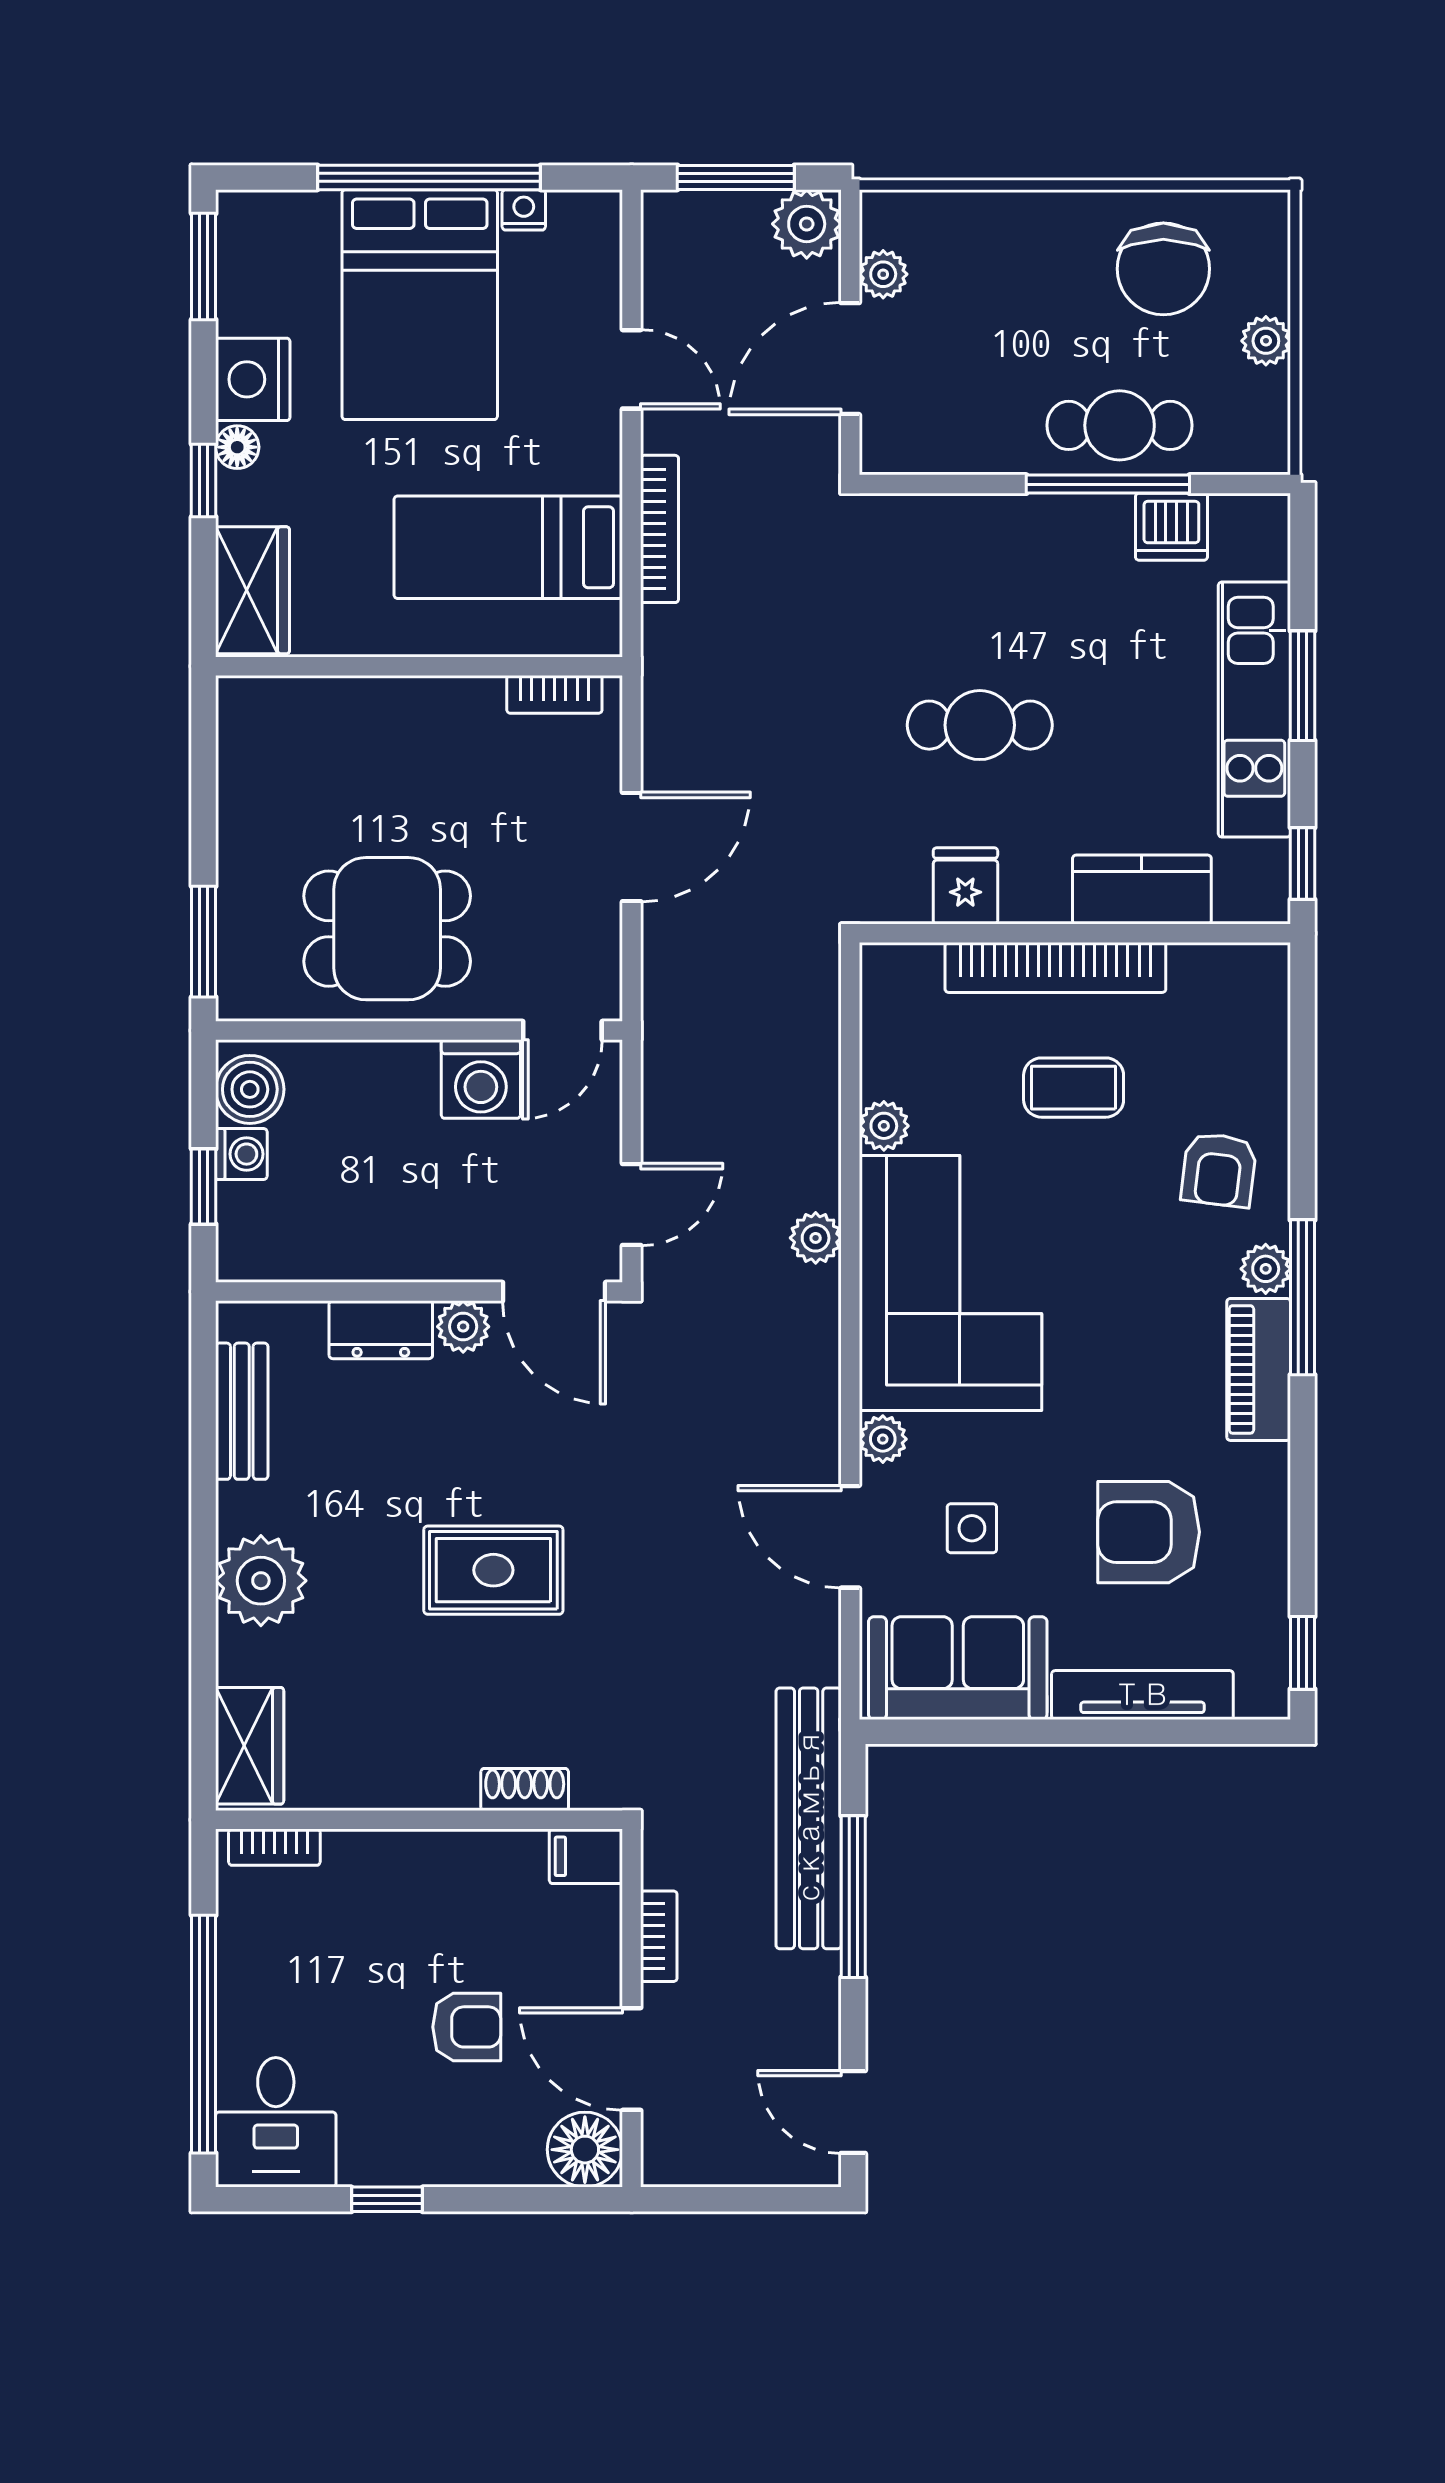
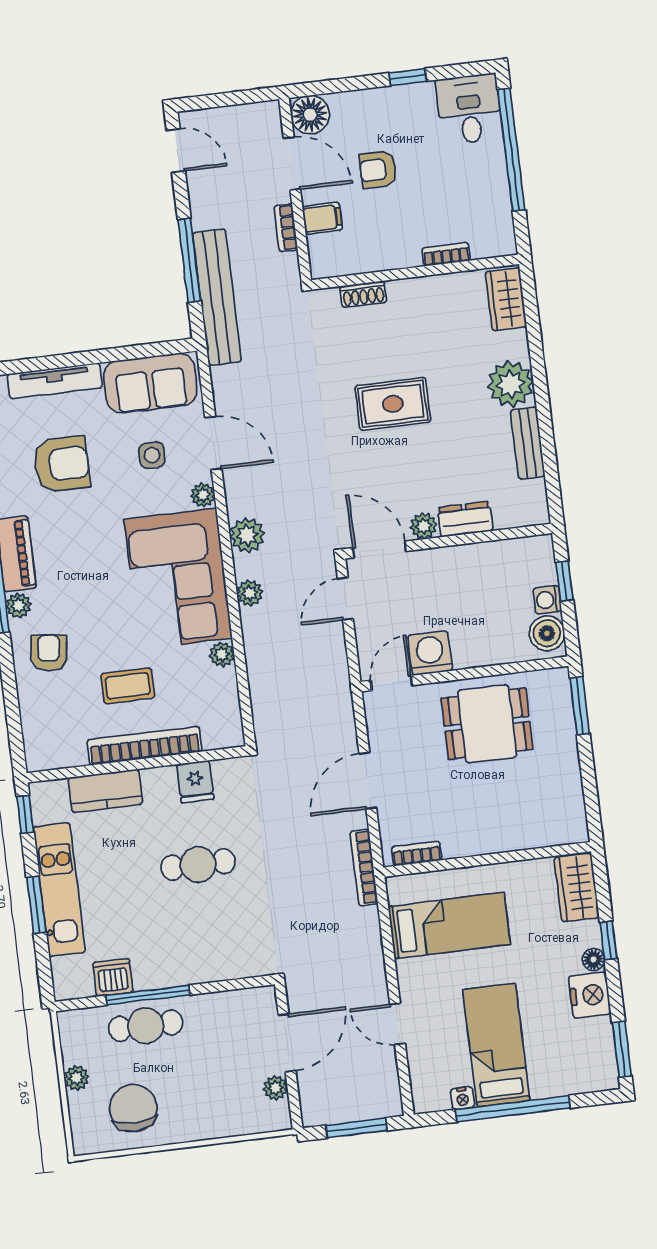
plant: (807, 224) -> (247, 535), moved
bed: (420, 305) -> (496, 1045), width x0.67
bookcase: (660, 529) -> (364, 868), moved
bench: (242, 1411) -> (528, 443), moved
bookcase: (274, 1847) -> (446, 254), moved
filing cabinet: (586, 1856) -> (322, 218), moved

